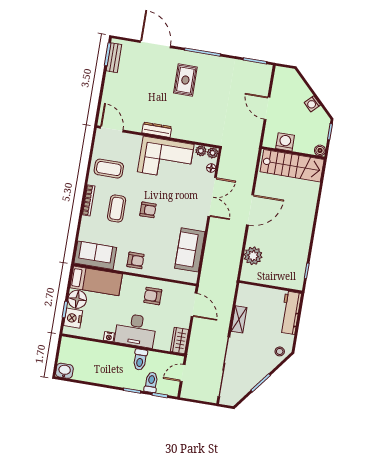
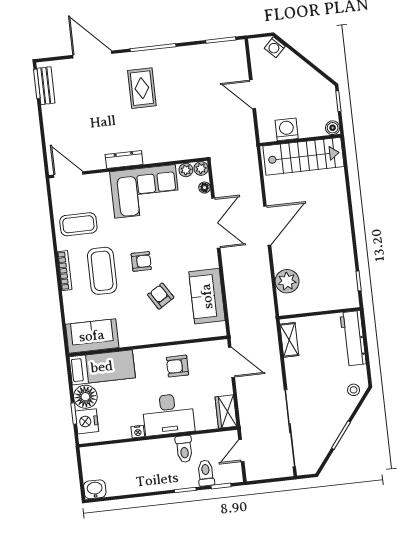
washing machine: (312, 104) -> (275, 47), moved
coffee table: (117, 208) -> (102, 271), width x1.36, depth x1.32
armchair: (135, 260) -> (161, 296), moved, turned -122
shelving: (239, 319) -> (289, 340), moved

